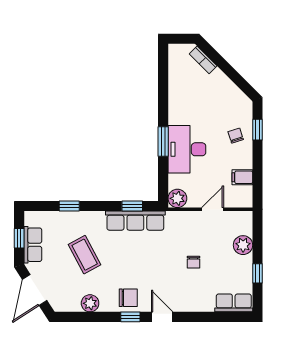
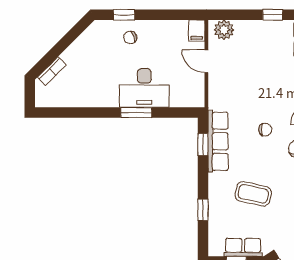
filing cabinet: (242, 177) -> (197, 31), moved
plant: (177, 198) -> (195, 98), removed
plant: (243, 245) -> (224, 30), moved
coffee table: (85, 255) -> (253, 194), turned 41
chair: (193, 262) -> (265, 130), moved

